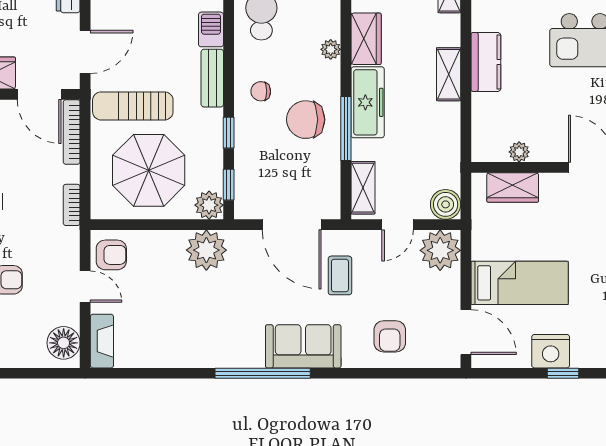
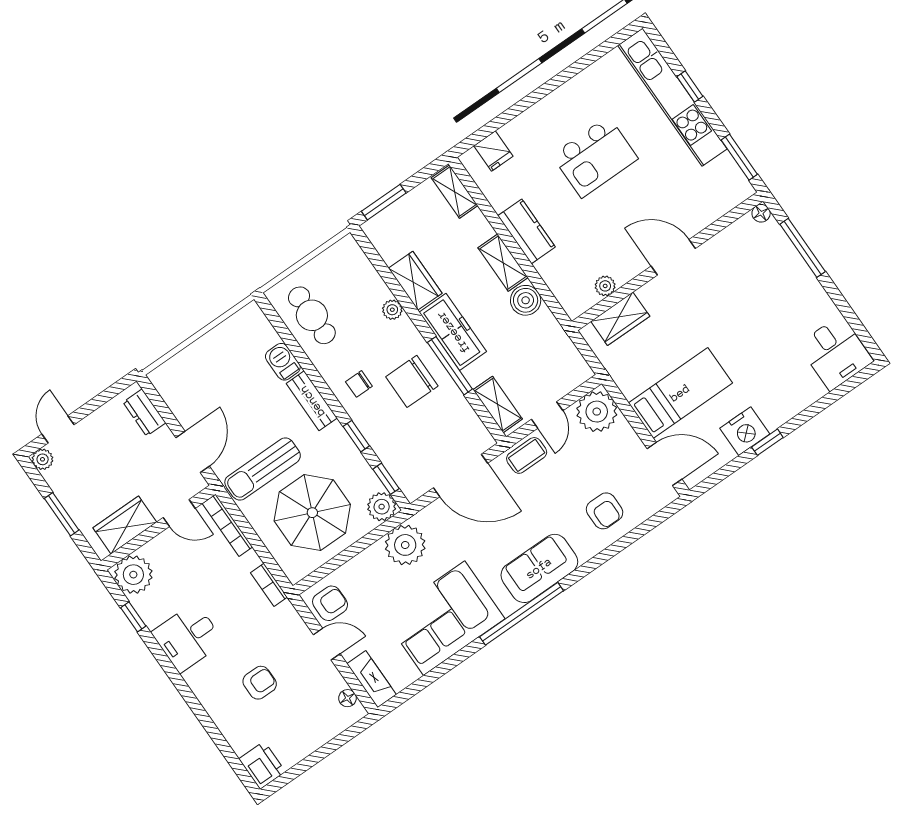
door: (39, 94) -> (179, 513), width x0.73
boiler: (446, 204) -> (526, 300), moved
coffee table: (340, 275) -> (527, 455), moved, turned 90
corner sofa: (196, 333) -> (444, 618), added
floor lamp: (64, 343) -> (348, 698), width x0.53, depth x0.53

